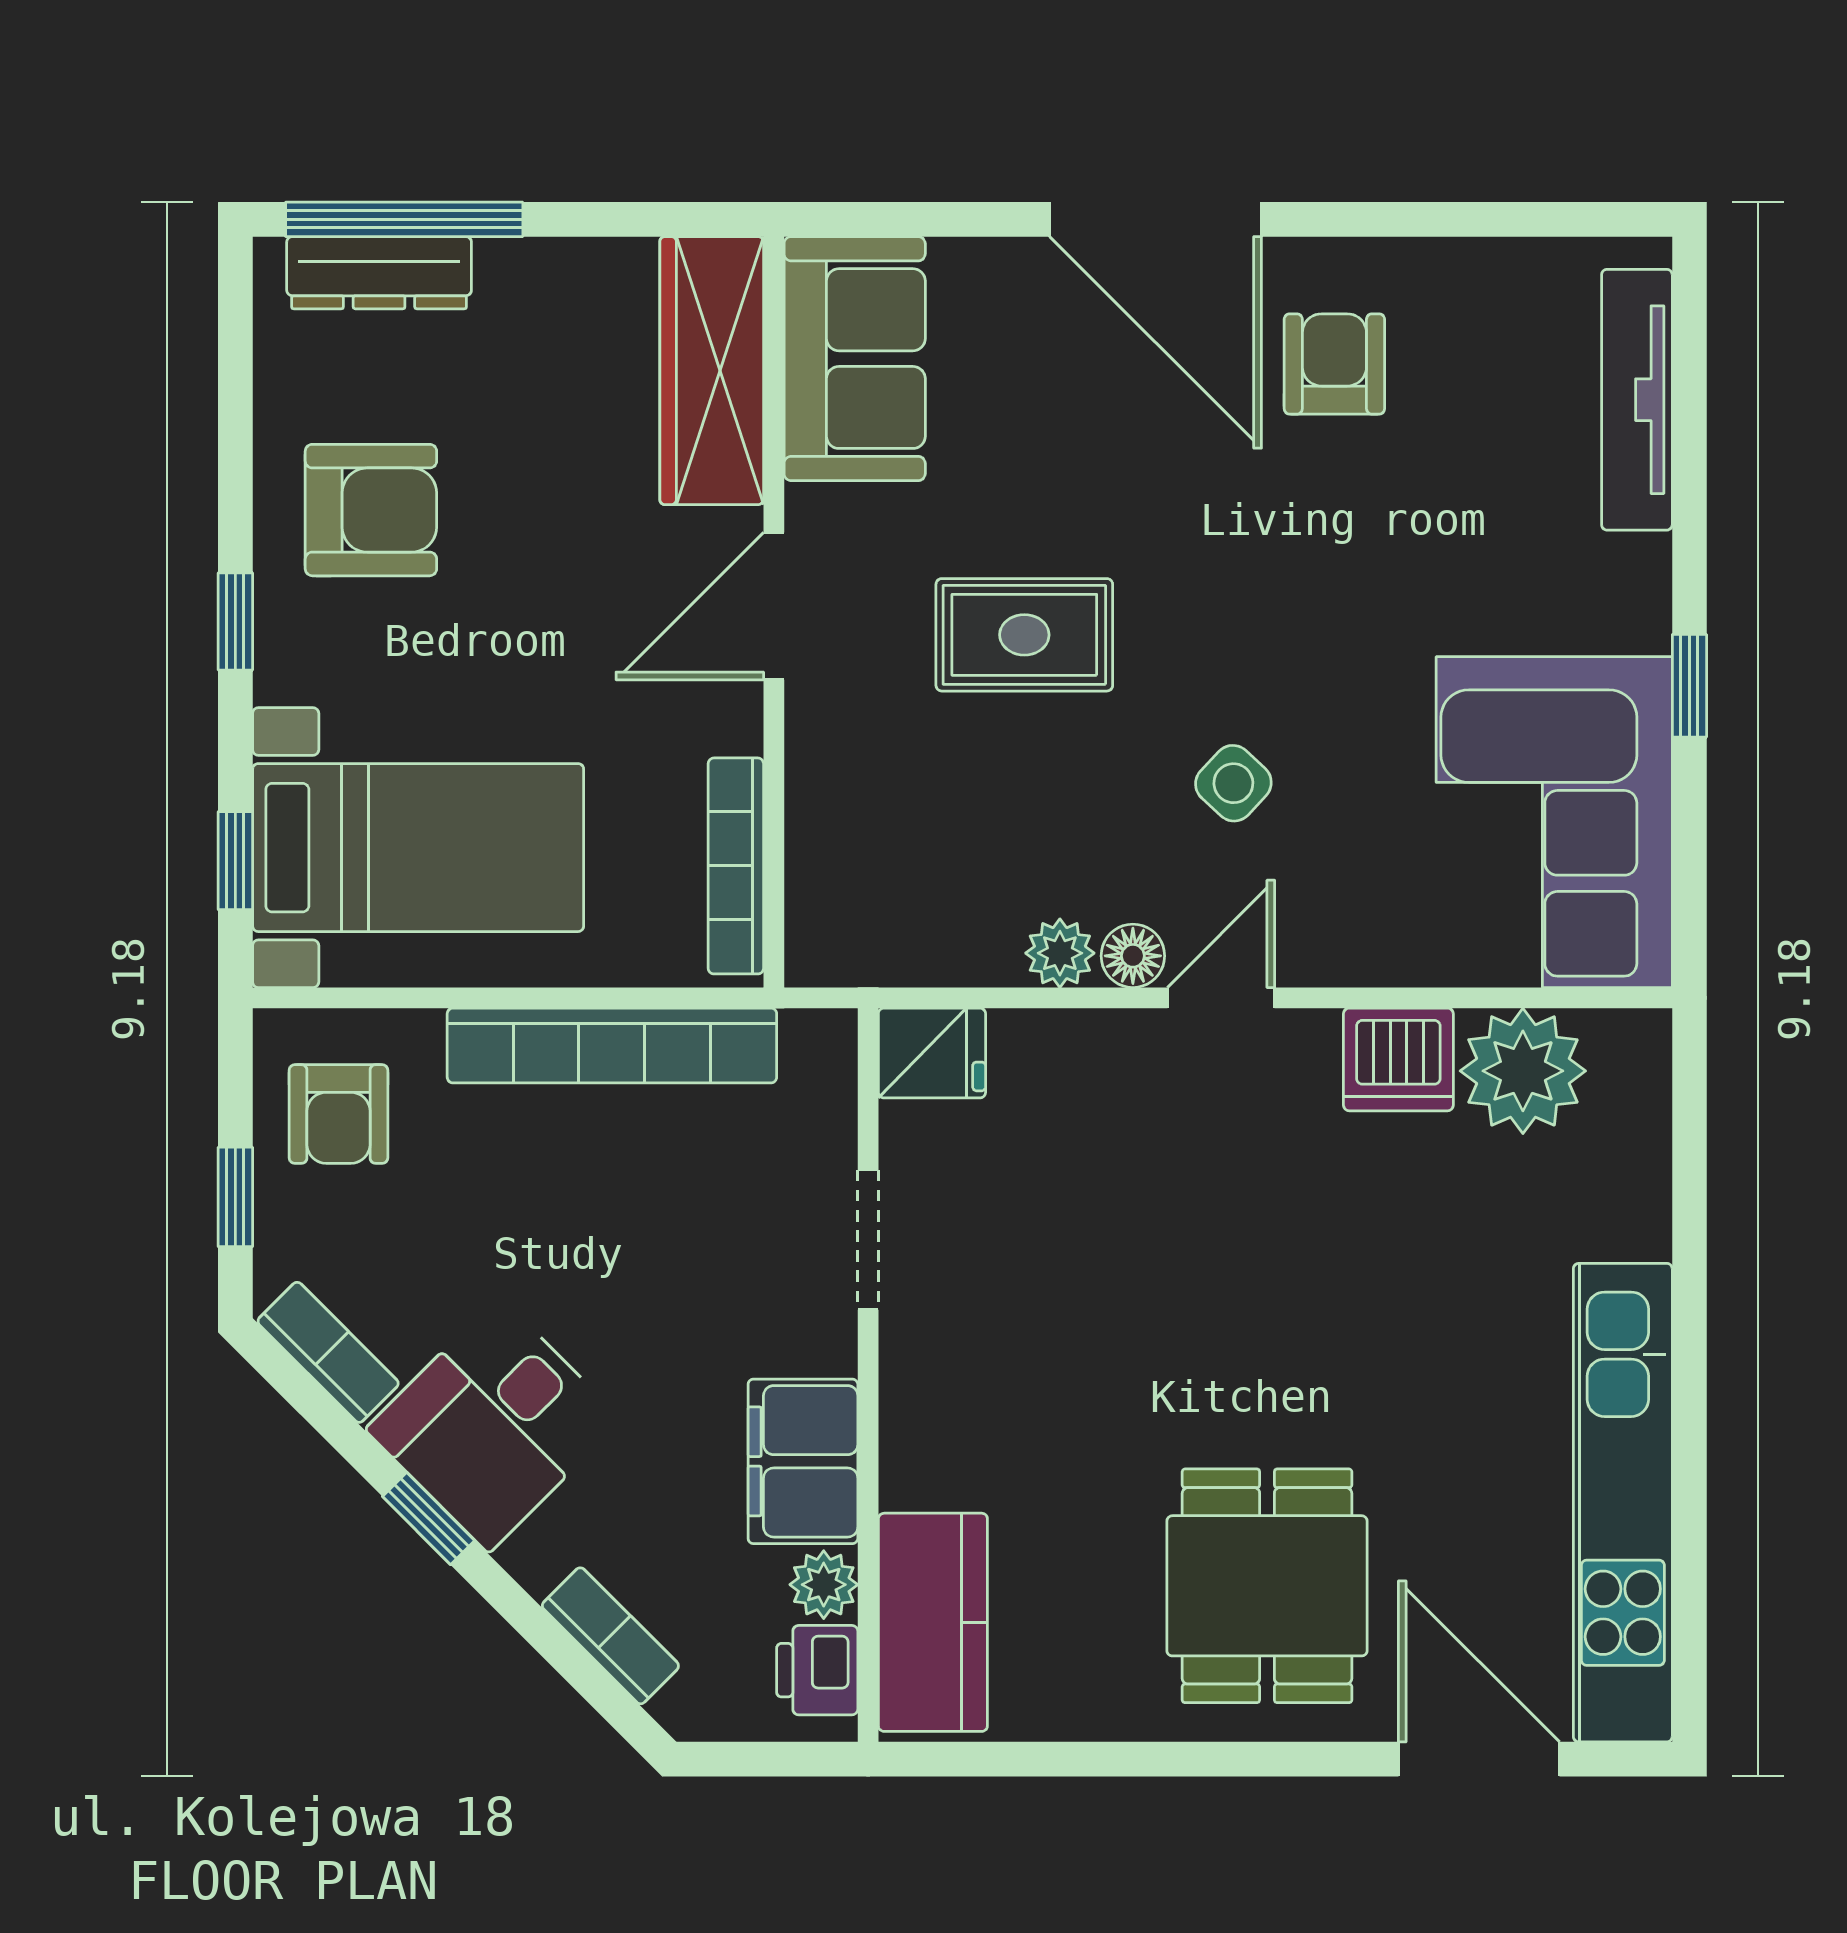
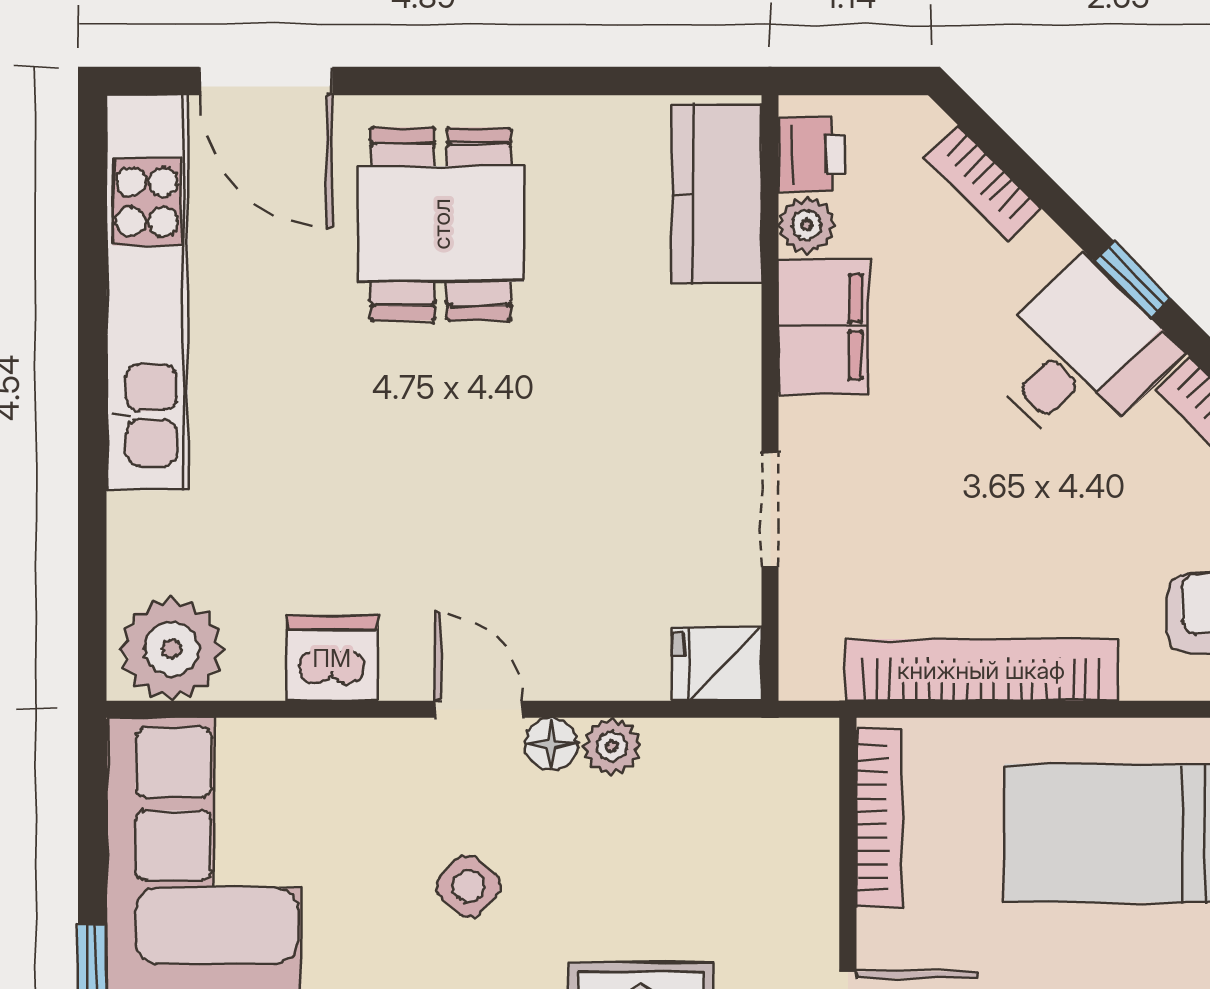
door: (1221, 998) -> (479, 709), swing flipped
plant: (1523, 1071) -> (172, 649), moved

